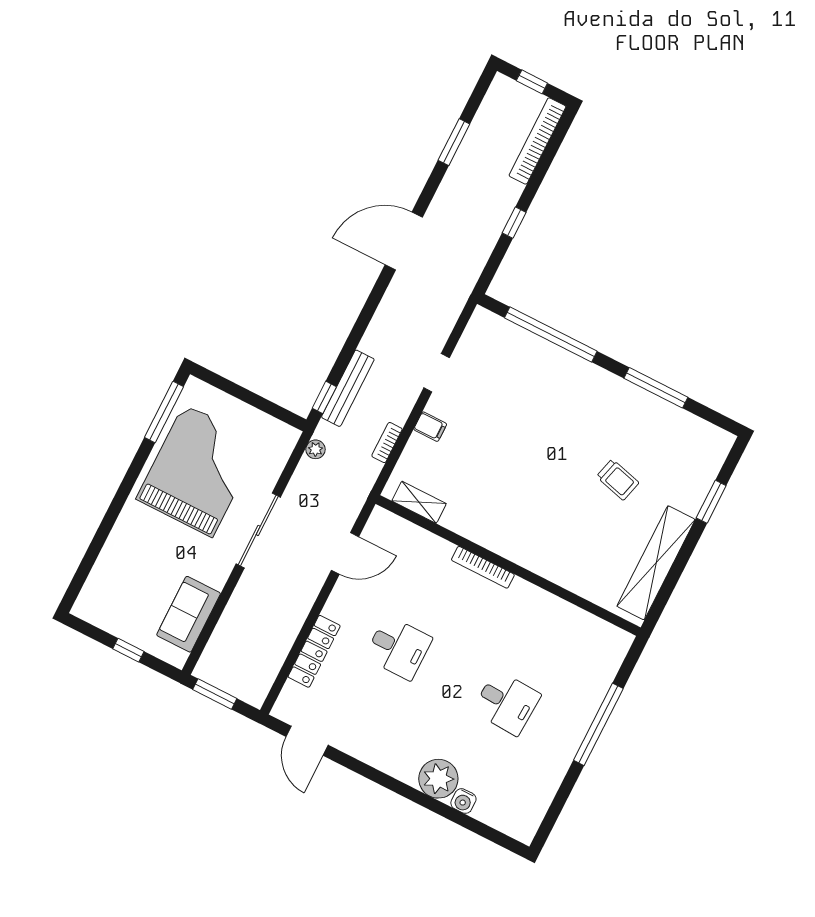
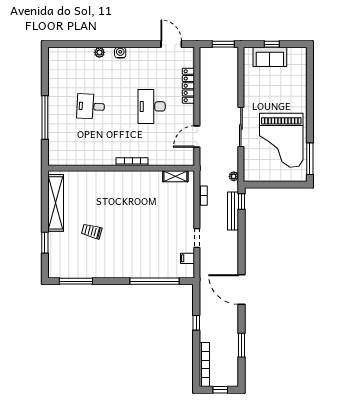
door: (404, 241) -> (241, 290), swing flipped
window: (656, 388) -> (76, 281), moved
filing cabinet: (430, 427) -> (188, 258), moved
sofa: (189, 614) -> (270, 57), moved, turned 90
desk: (398, 648) -> (152, 106), width x1.37
plant: (438, 779) -> (99, 52), width x0.53, depth x0.53
water cooler: (463, 801) -> (120, 53), moved

